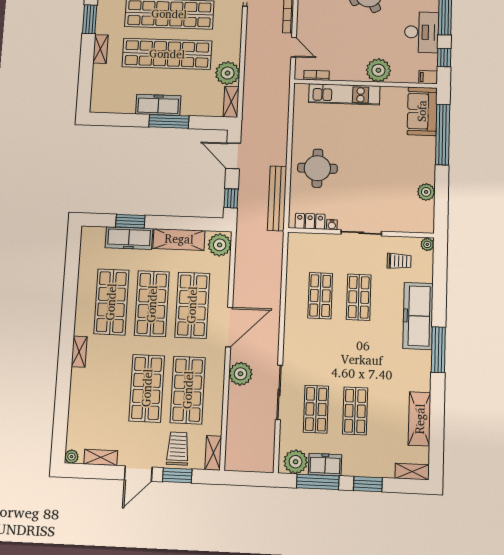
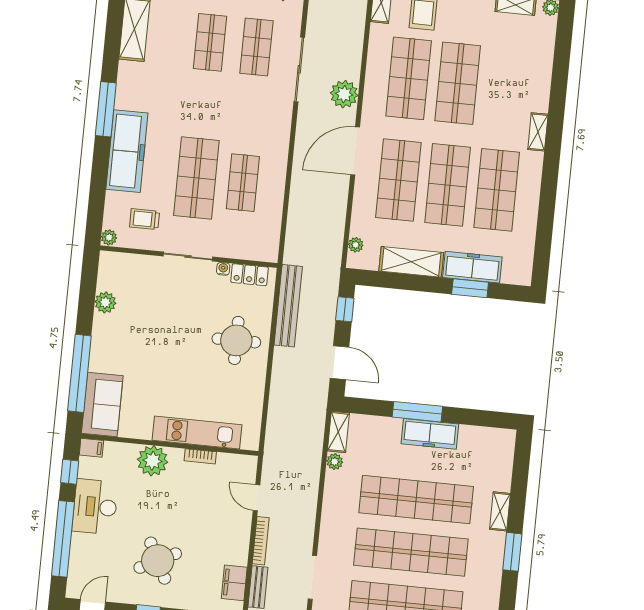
plant: (228, 73) -> (335, 462), width x0.53, depth x0.53
bookcase: (317, 75) -> (200, 456), moved
plant: (220, 245) -> (356, 245), width x0.53, depth x0.53
shop shelf: (359, 297) -> (196, 178), width x1.43, depth x1.36

